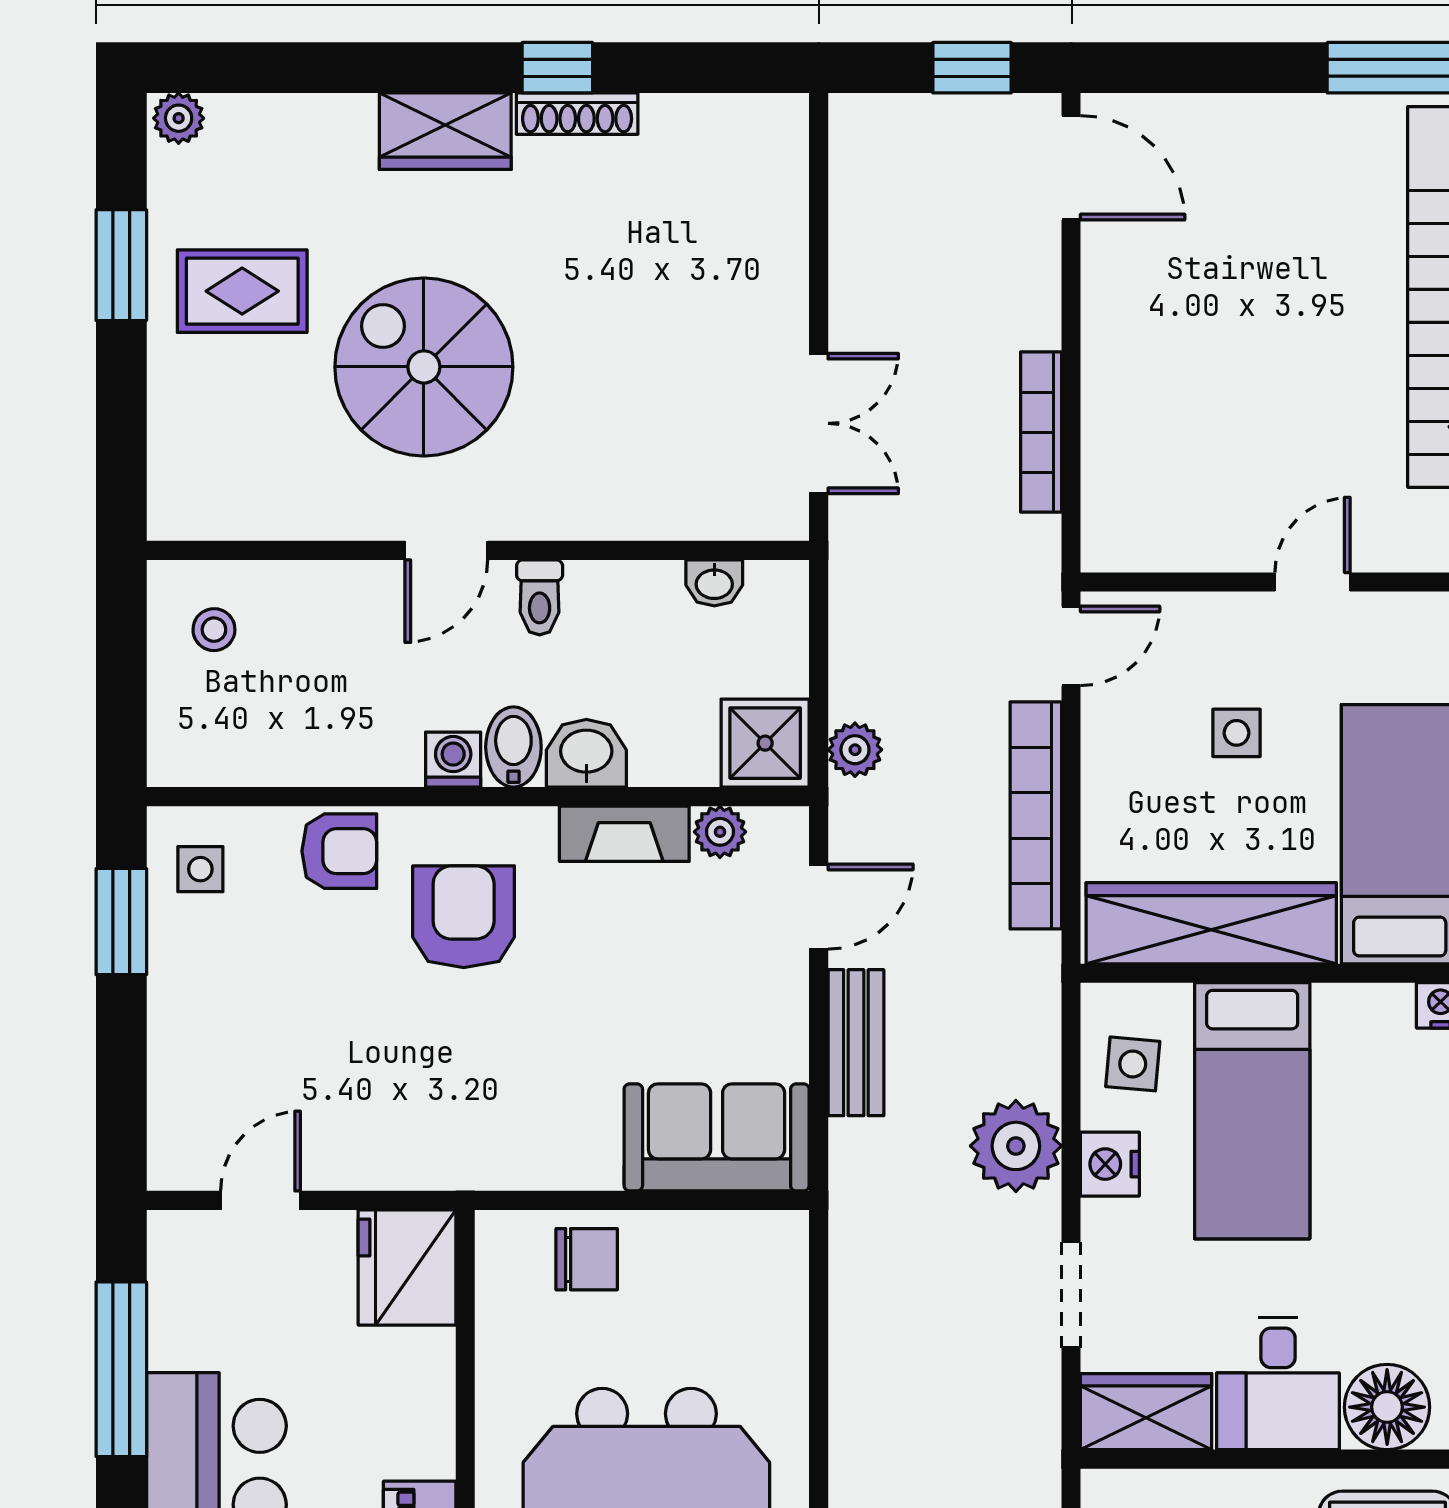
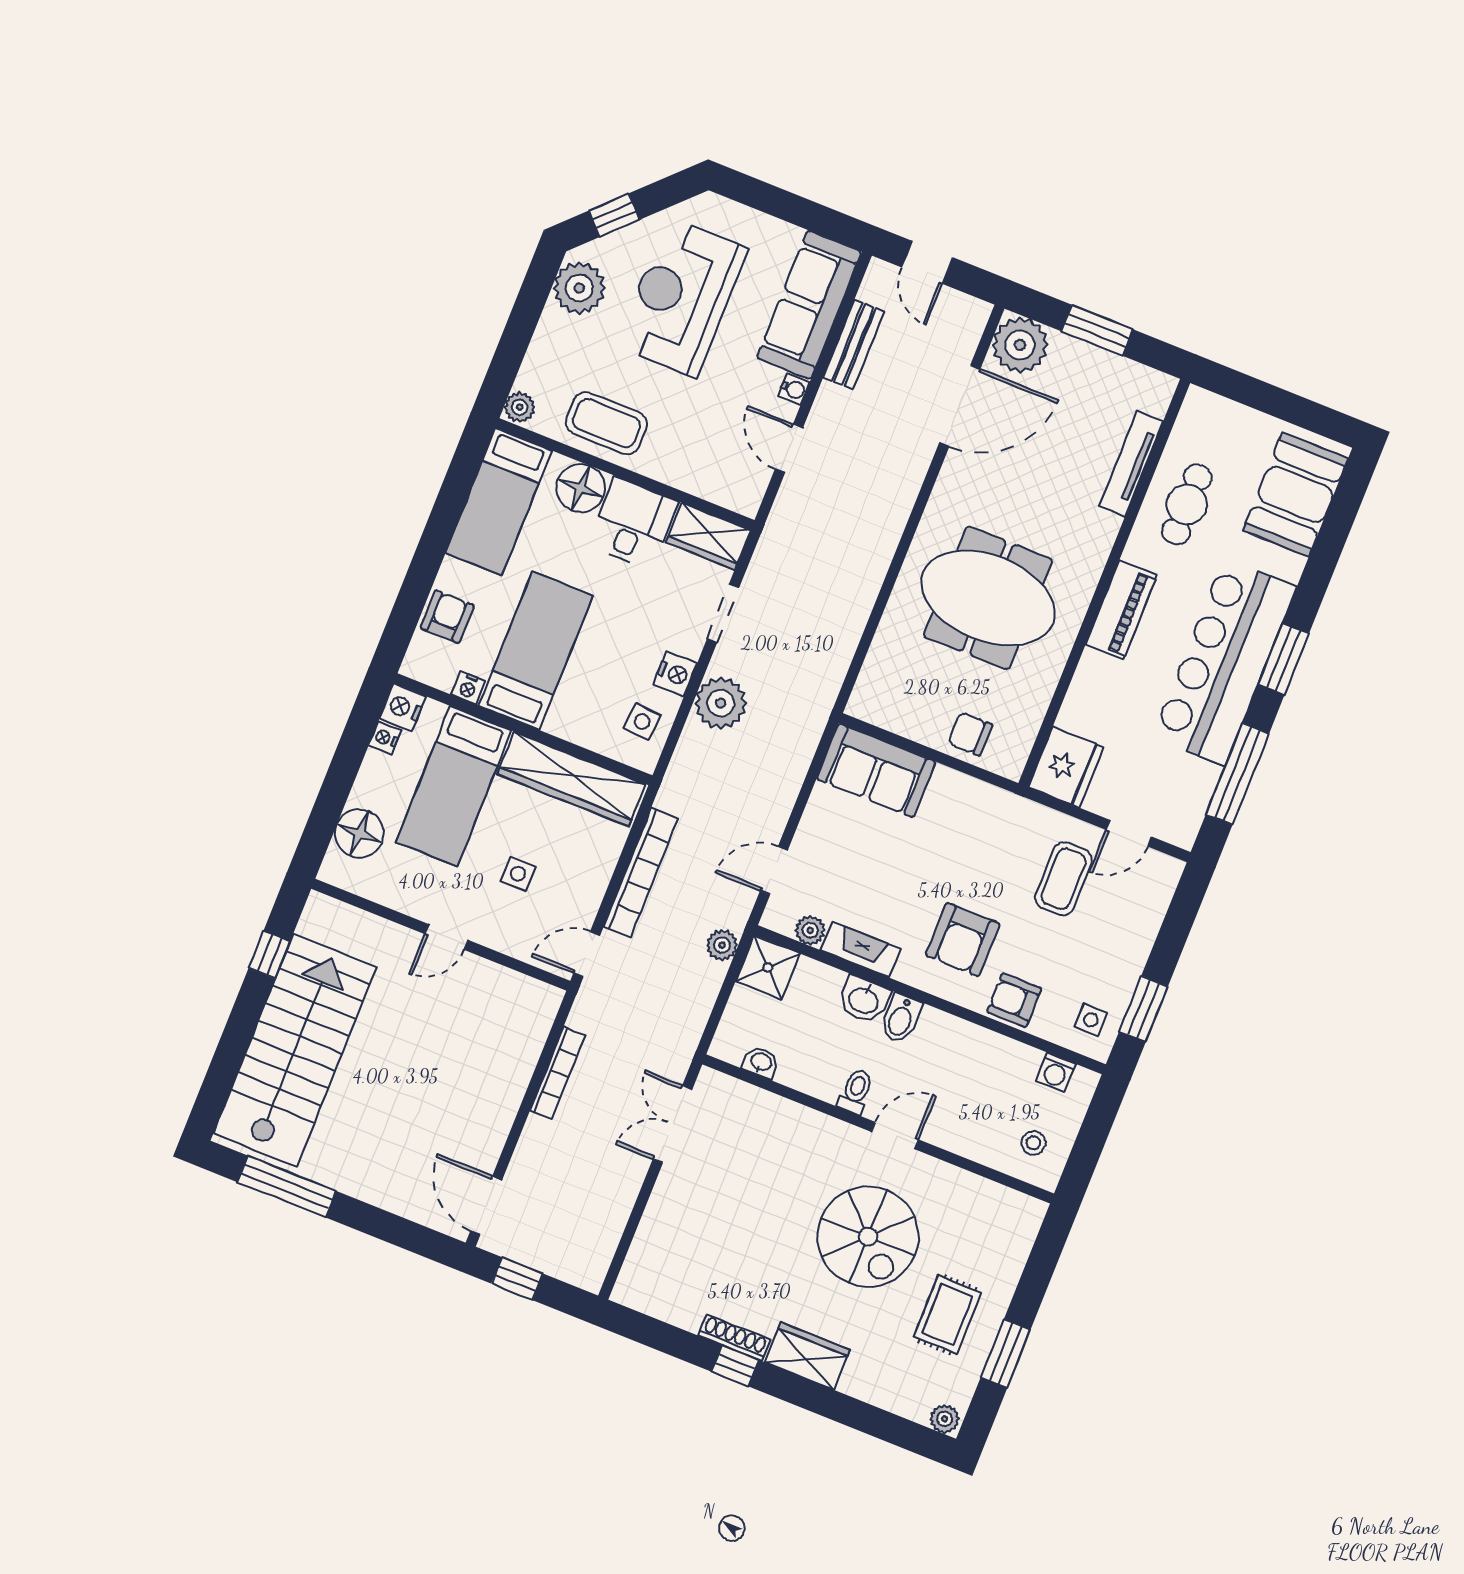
rug: (242, 291) -> (947, 1315), turned 90
washing machine: (453, 760) -> (1056, 1072), moved
bench: (856, 1043) -> (783, 791), removed
coffee table: (338, 1083) -> (1064, 879), added
bed: (1252, 1111) -> (536, 651), moved

